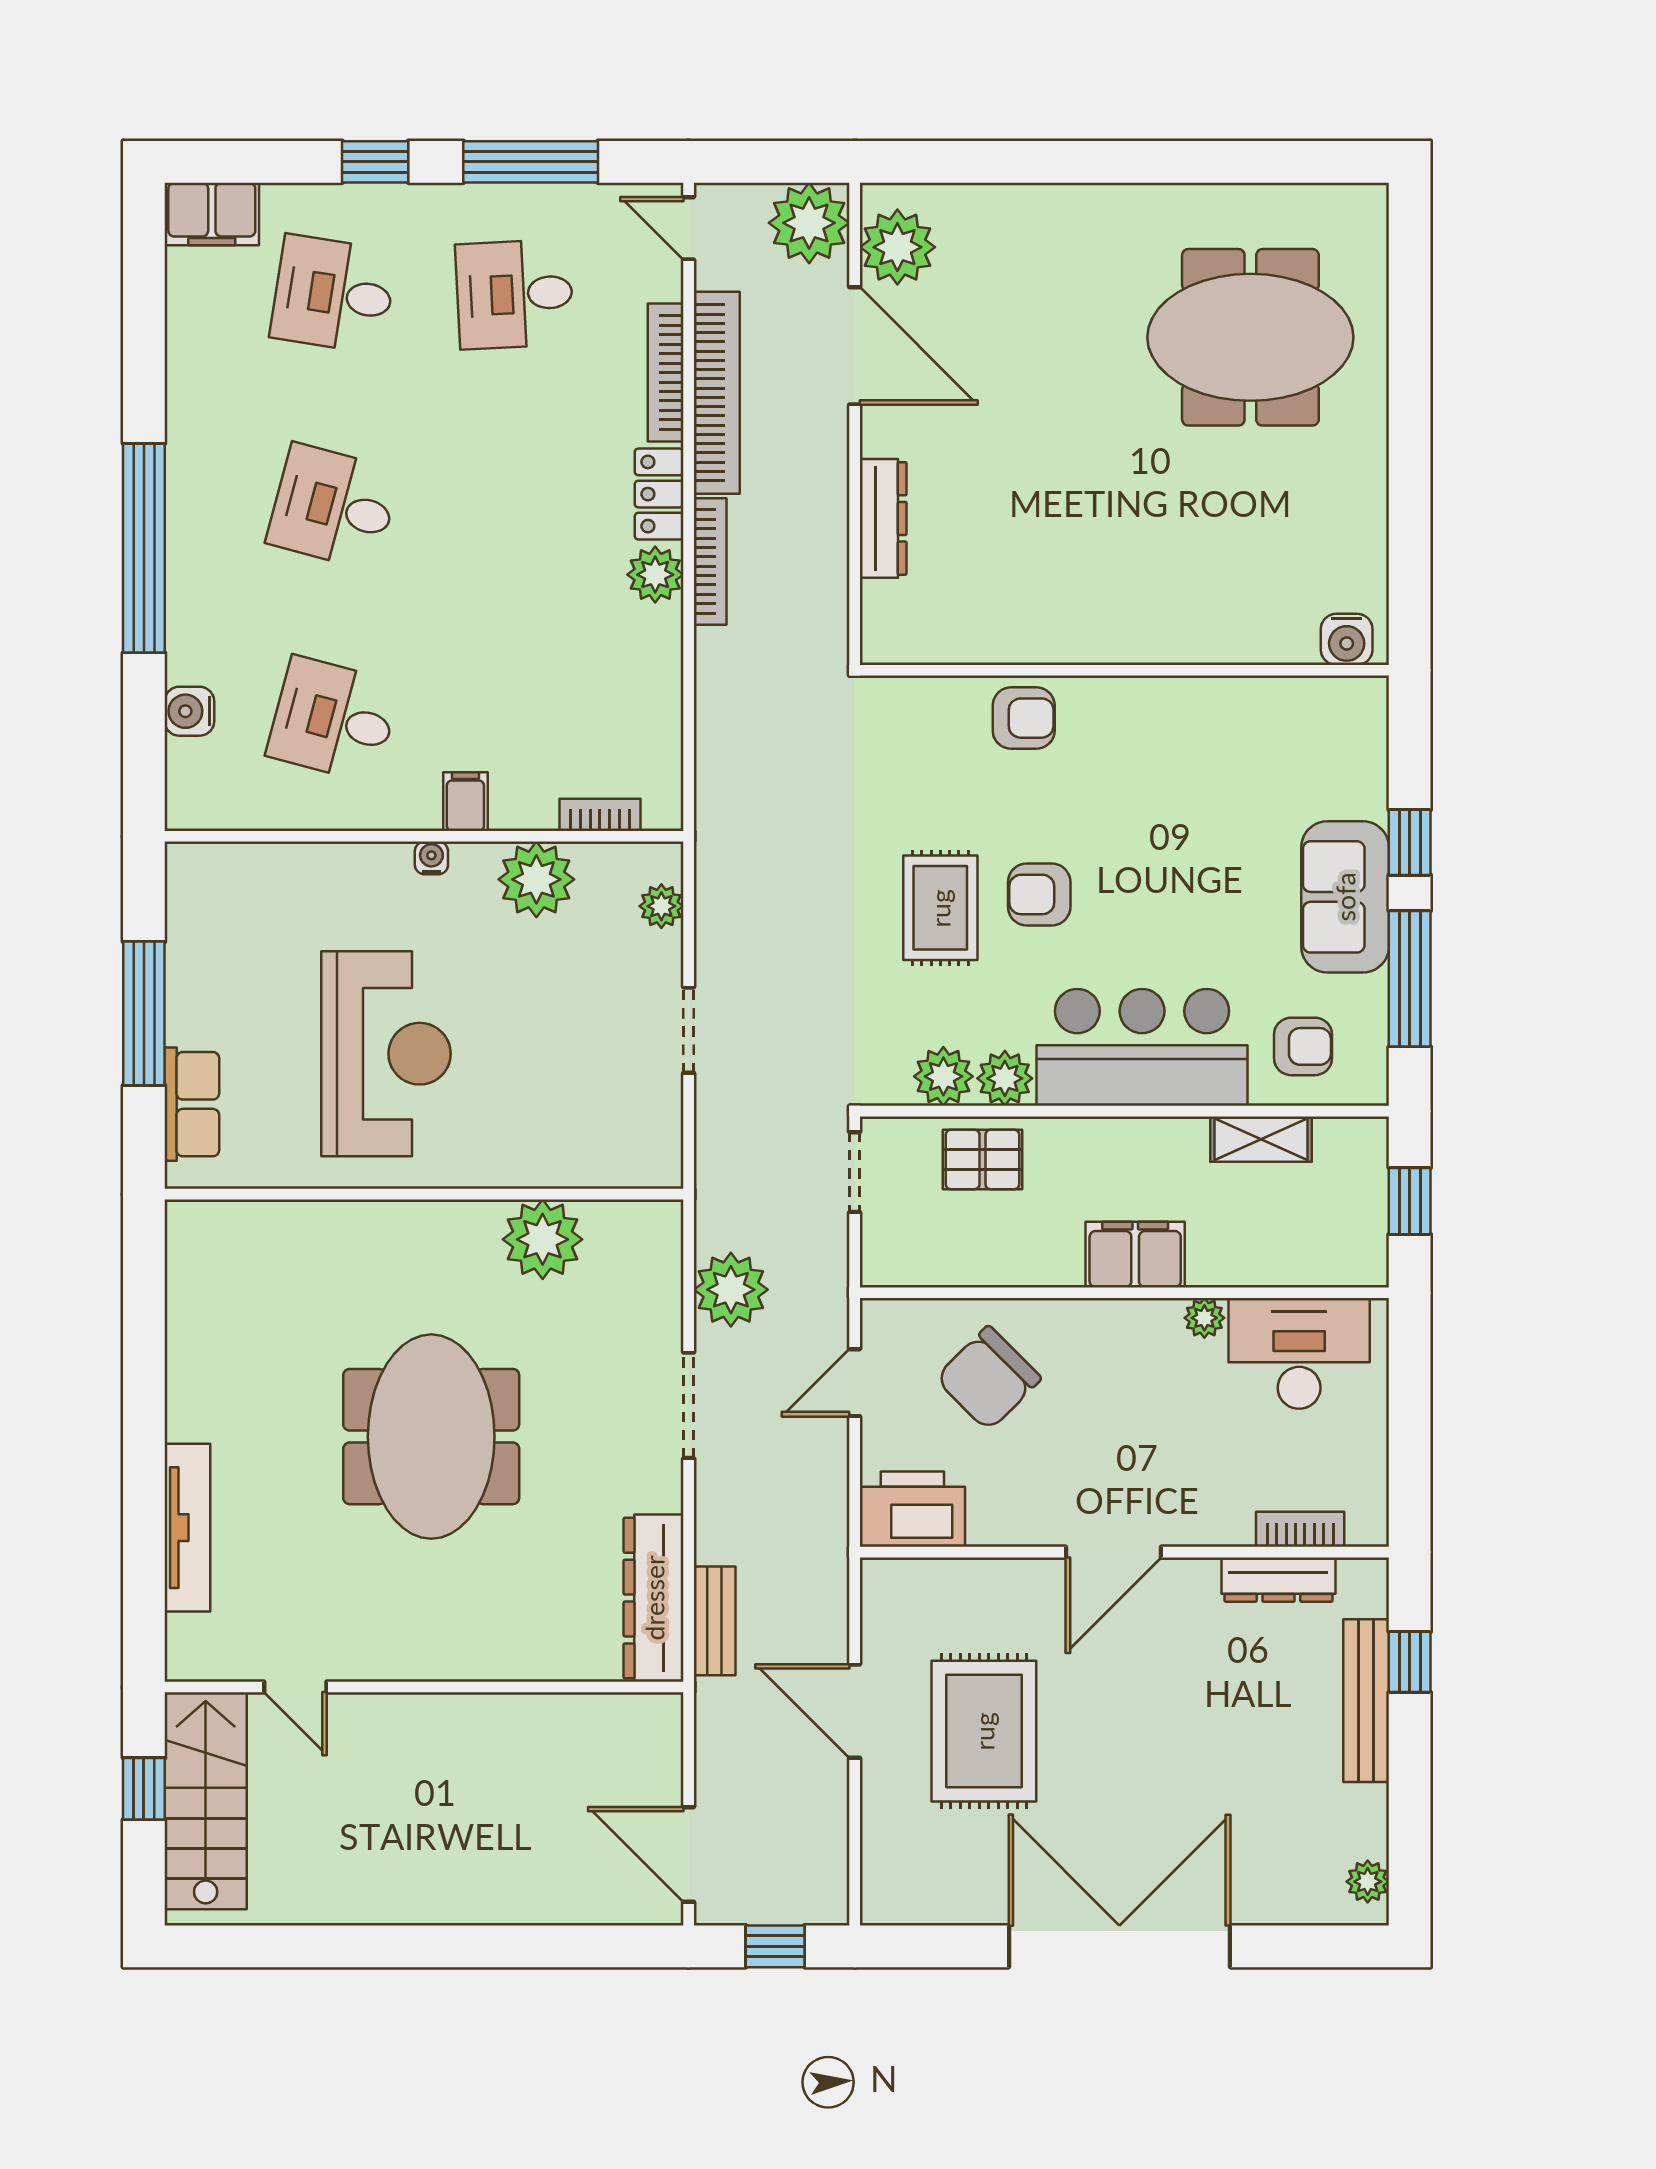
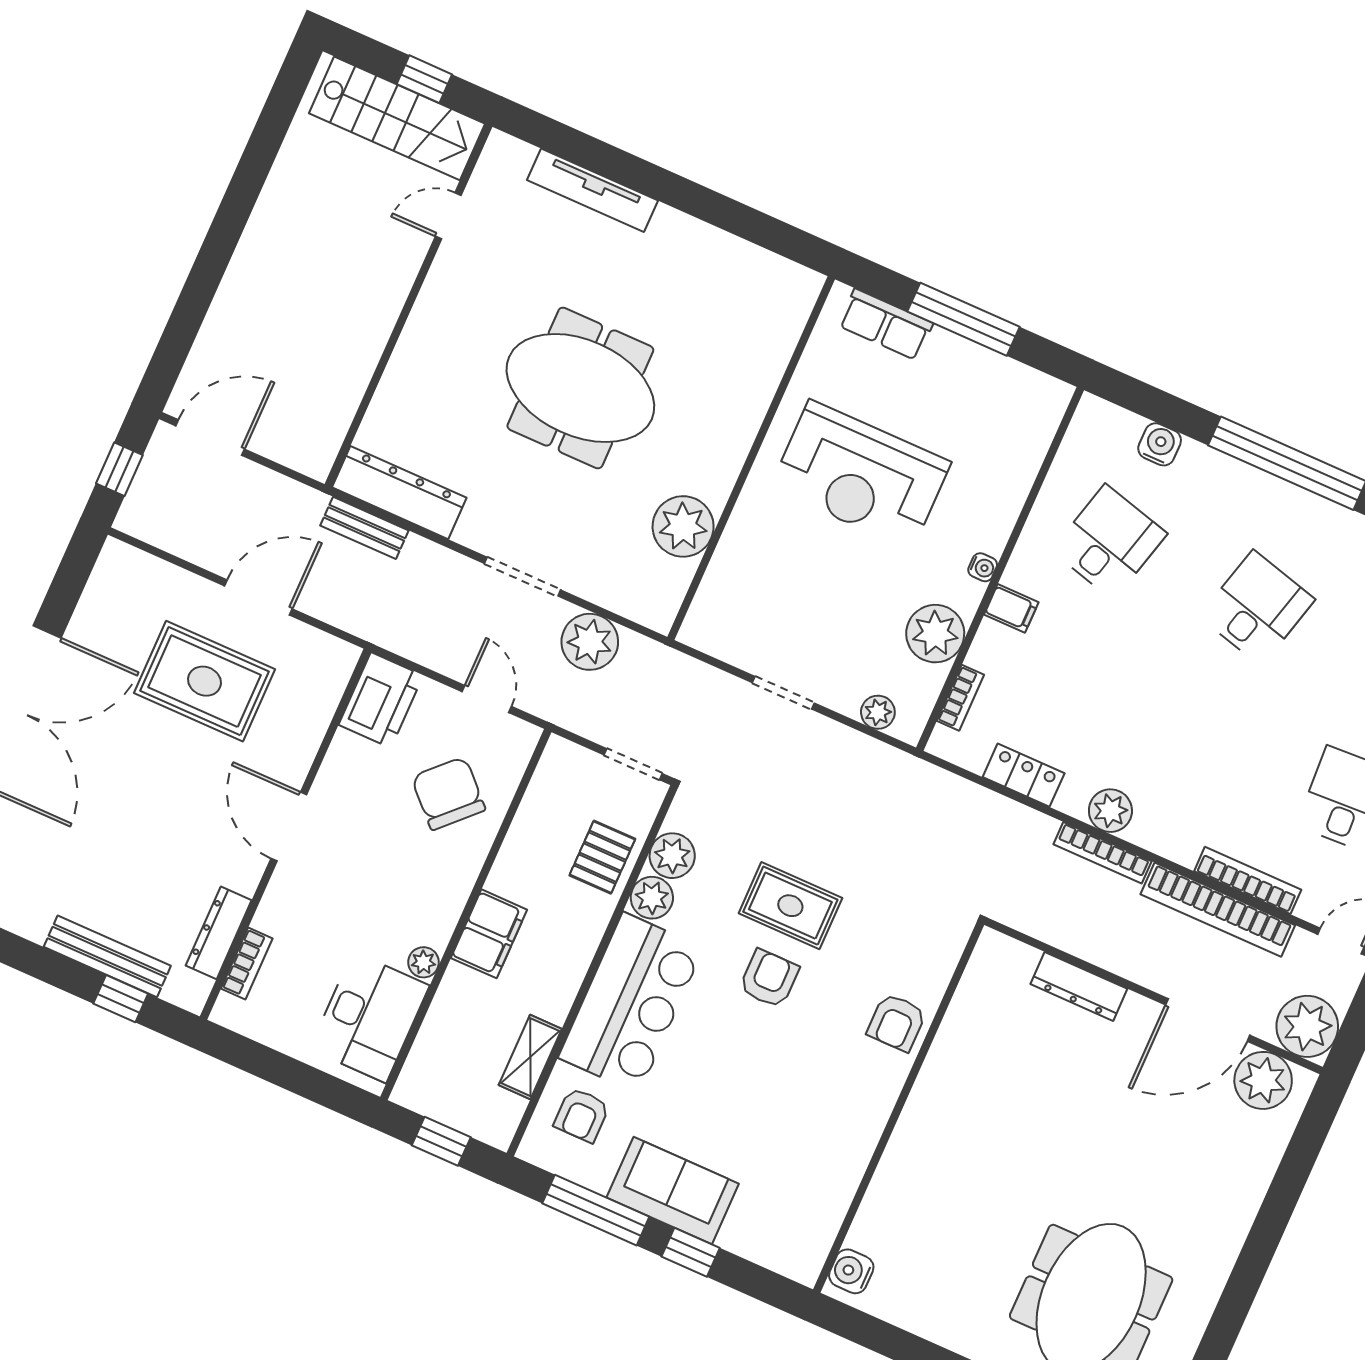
locker: (659, 494) -> (1024, 775), moved

